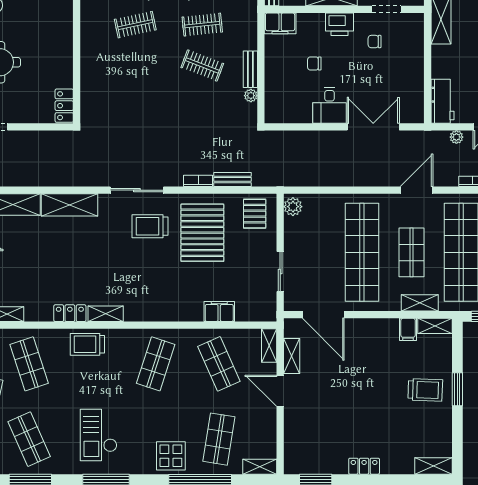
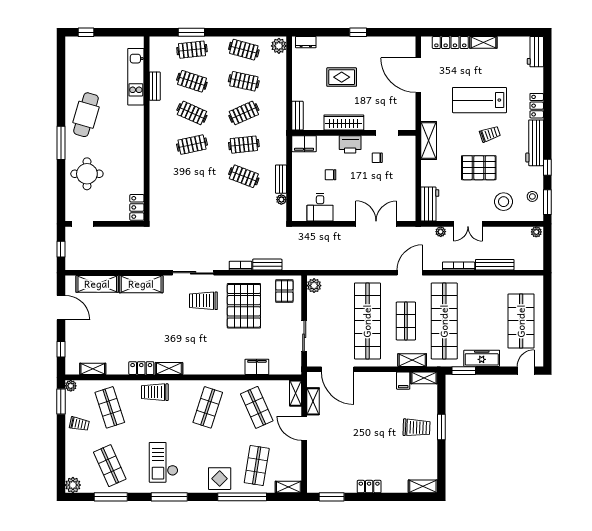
desk: (329, 105) -> (320, 207), moved

